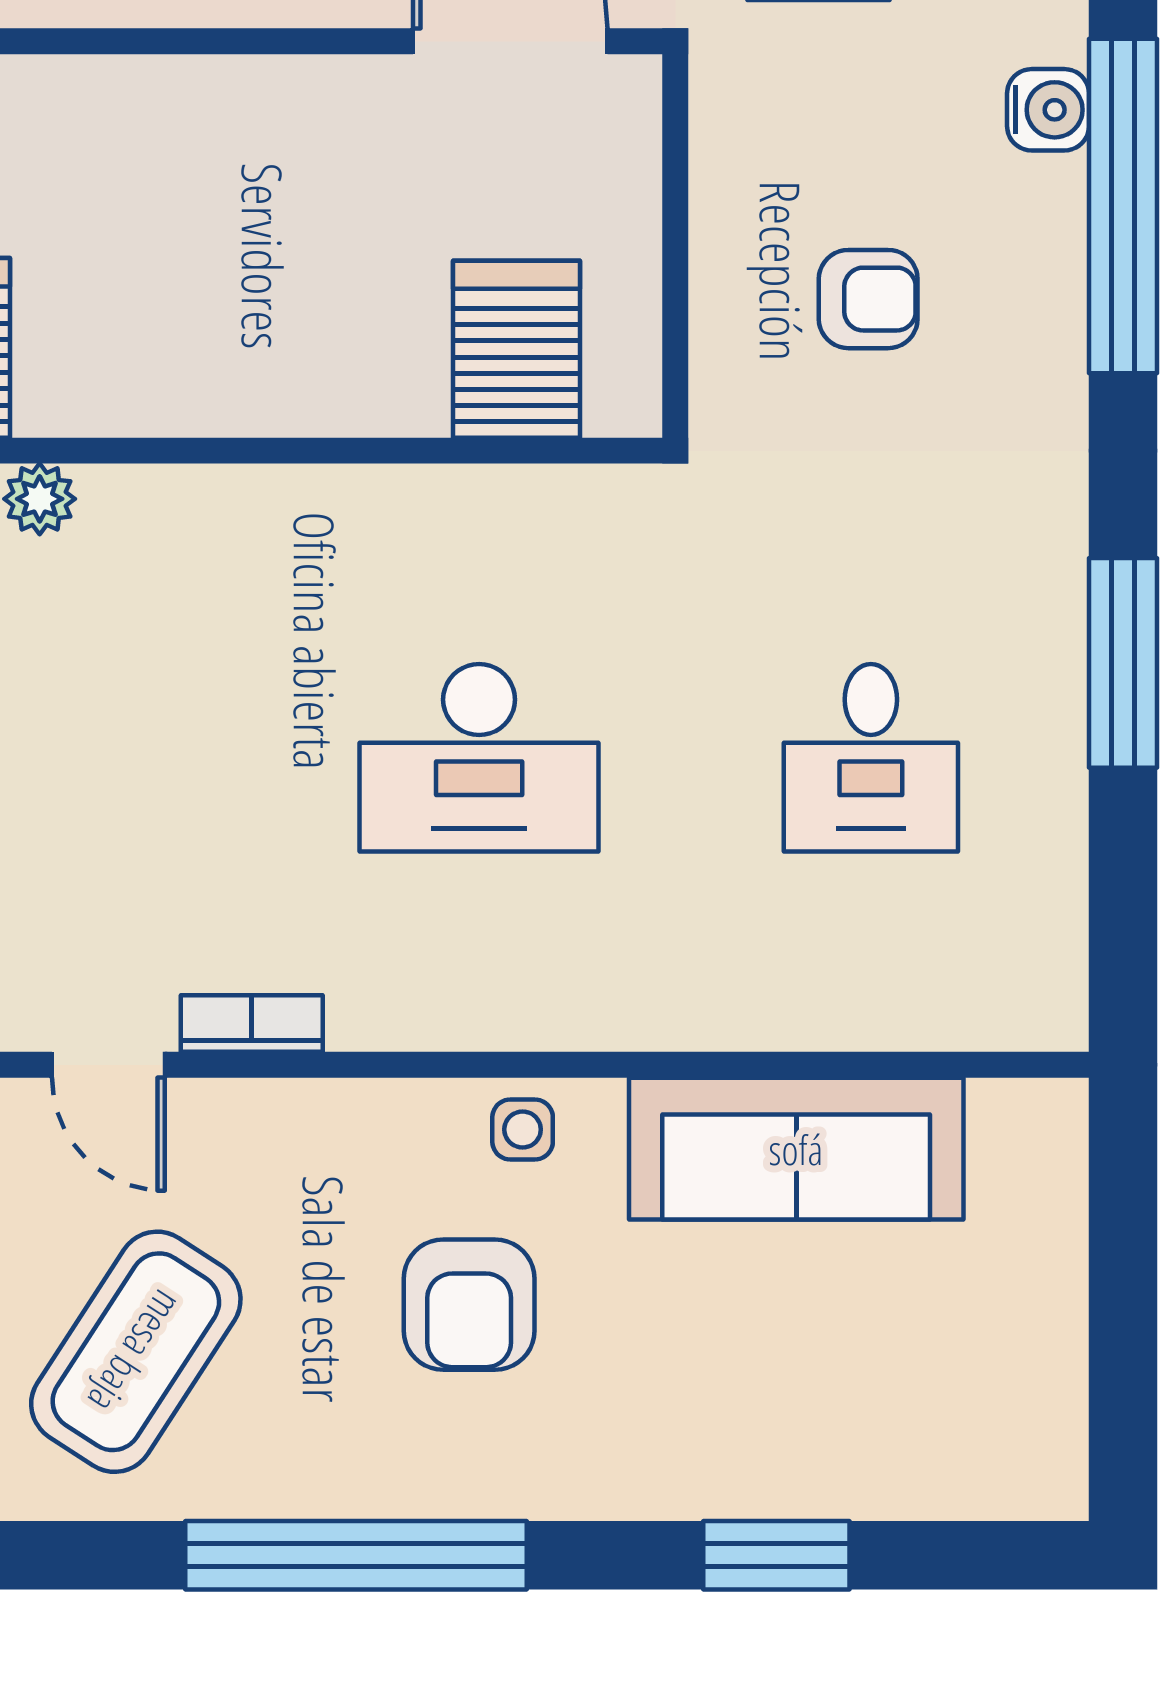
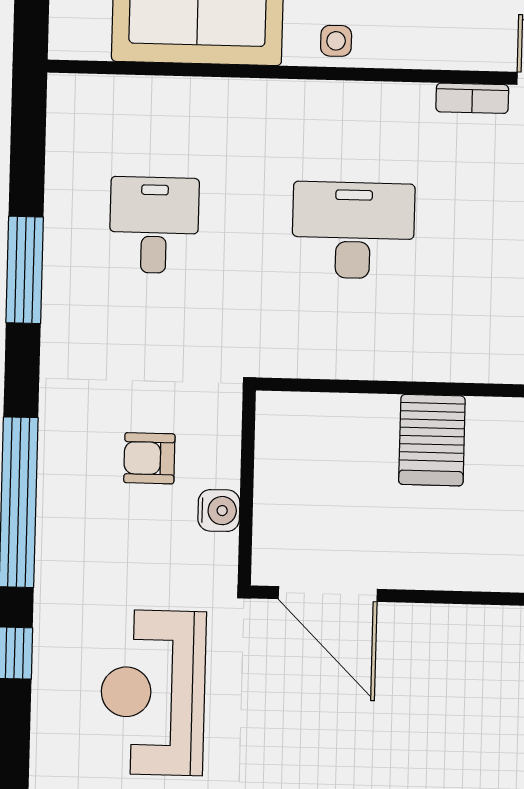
water cooler: (1048, 110) -> (219, 511), moved, turned 180
server rack: (516, 349) -> (432, 440), moved

